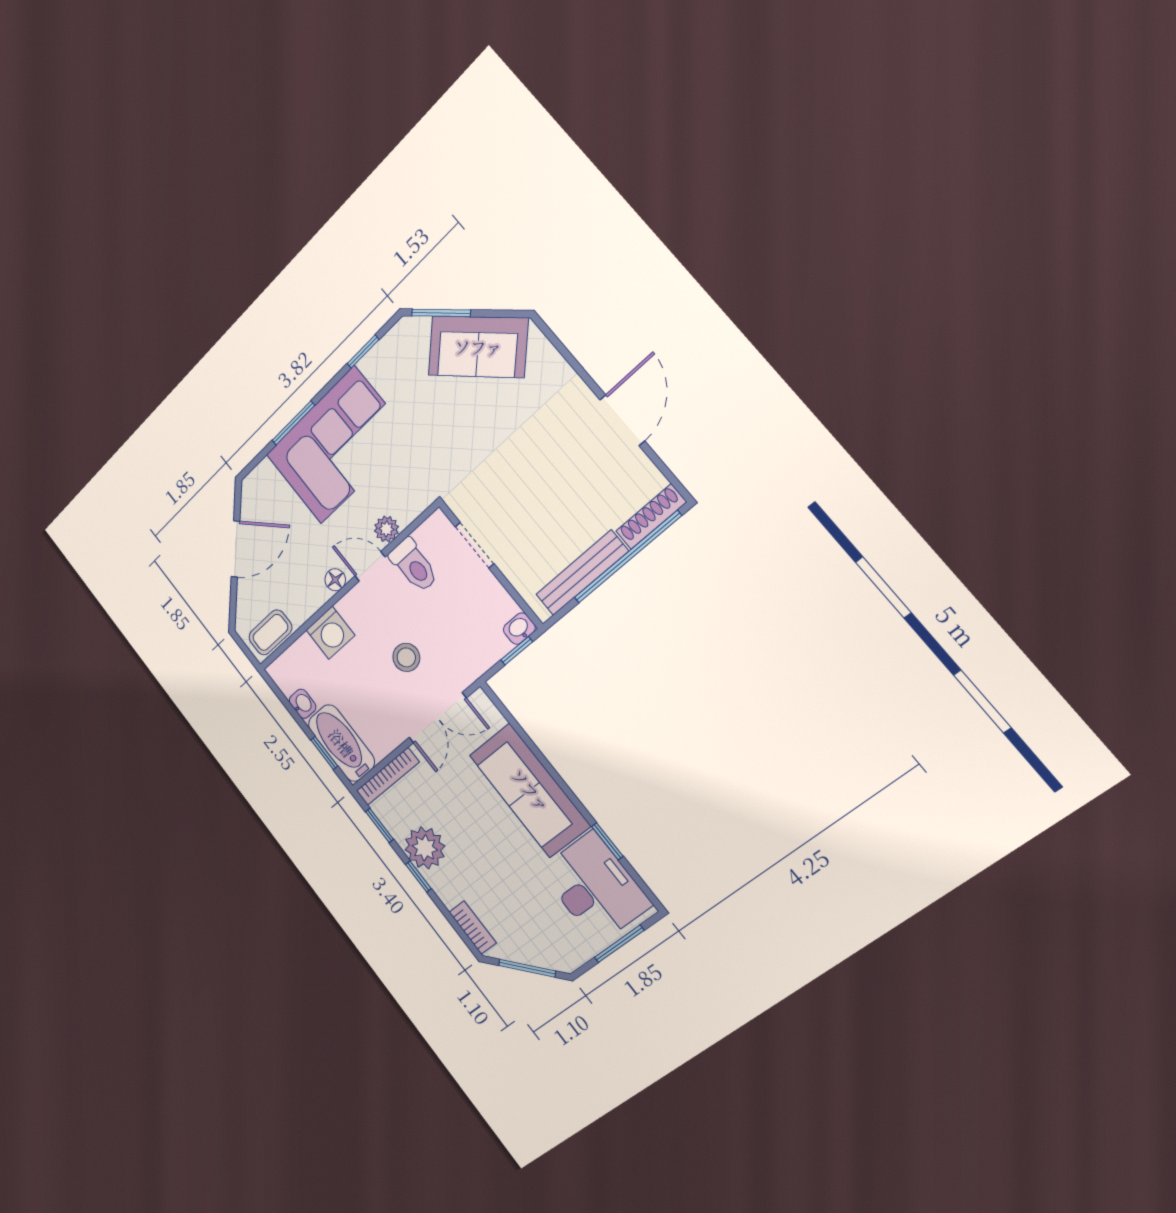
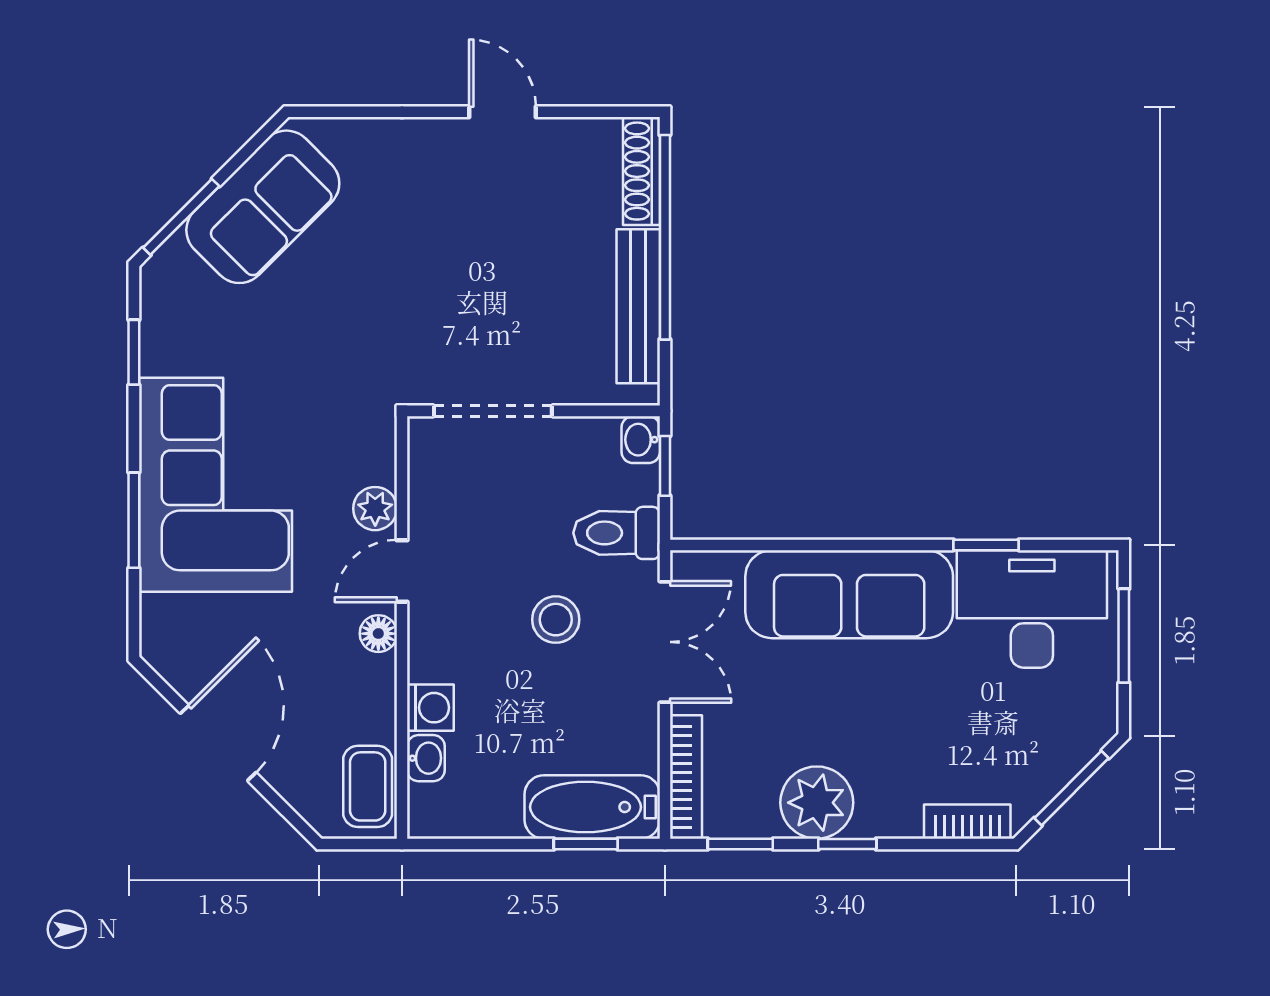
door: (622, 420) -> (502, 112), width x0.73
doorway: (474, 545) -> (493, 411), width x1.38
toilet: (414, 565) -> (617, 533), moved, turned 180
washing machine: (330, 633) -> (430, 708), width x0.73, depth x0.73
washbasin: (303, 704) -> (426, 758), moved, turned 90

